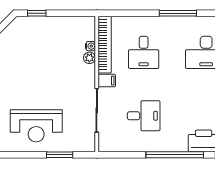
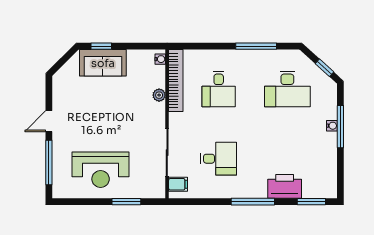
sofa: (38, 28) -> (103, 63), added
water cooler: (90, 46) -> (160, 59), moved
filing cabinet: (107, 81) -> (178, 184), moved
window: (175, 155) -> (253, 202), width x0.68

